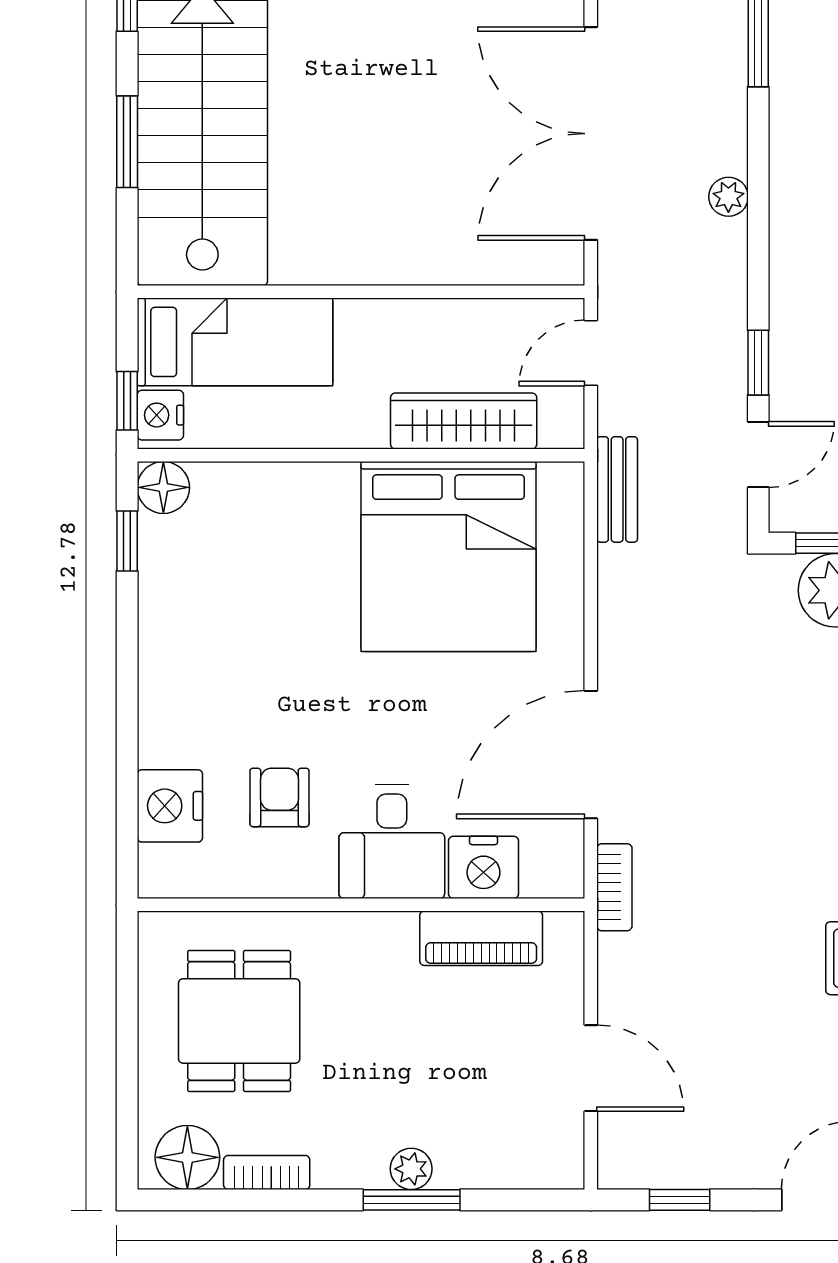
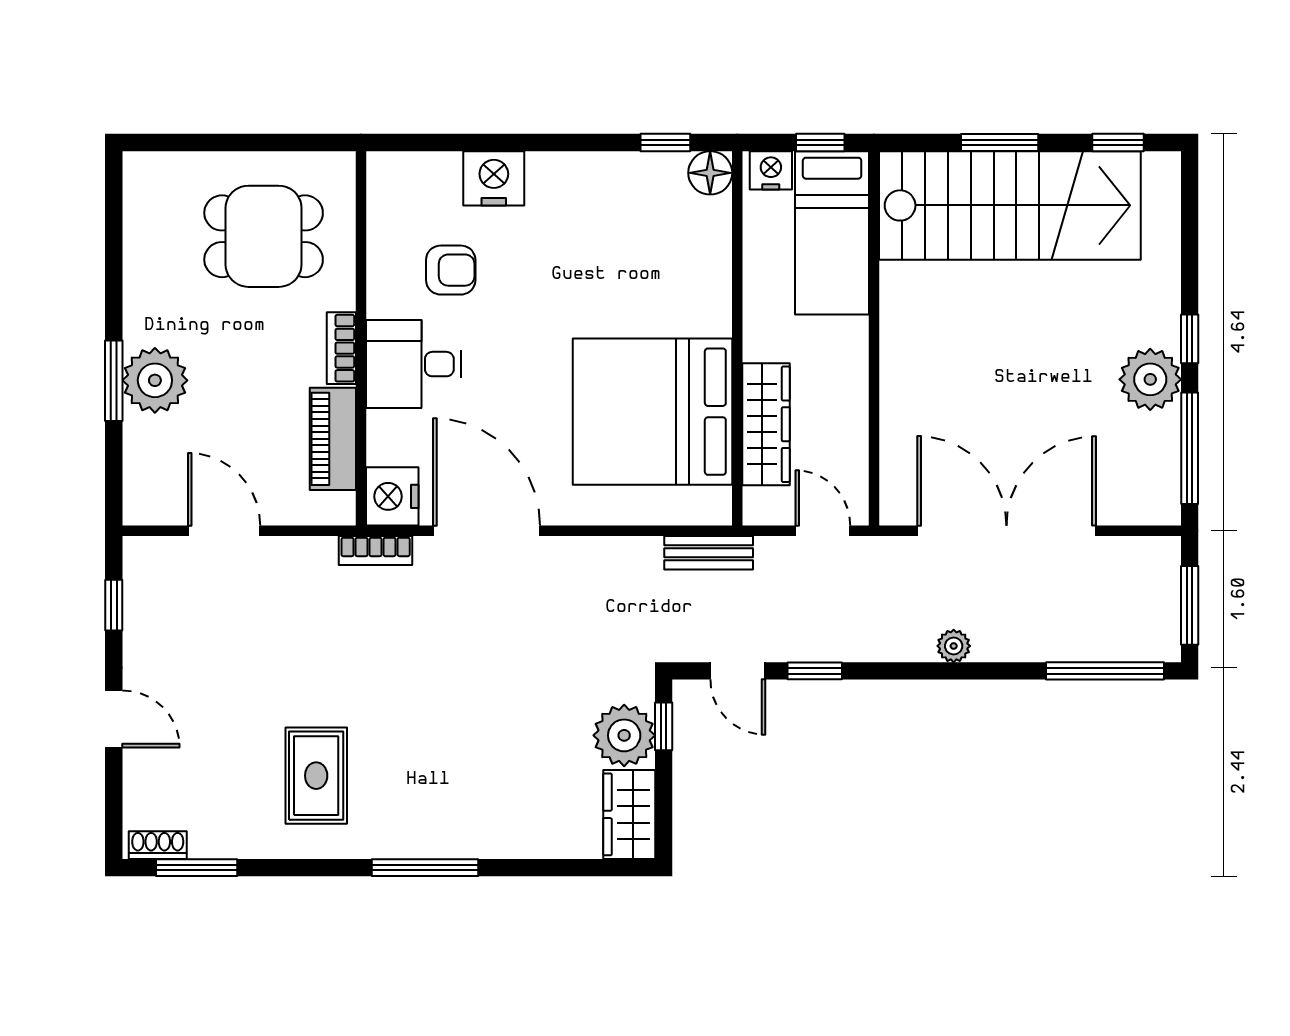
window: (127, 401) -> (820, 142), moved
nightstand: (170, 806) -> (494, 178), moved
nightstand: (483, 867) -> (392, 496), moved
door: (591, 1068) -> (224, 531), swing flipped
floor lamp: (187, 1157) -> (149, 193), removed
plant: (411, 1169) -> (155, 380), width x1.87, depth x1.87
bookcase: (267, 1172) -> (341, 348), moved, turned 180

